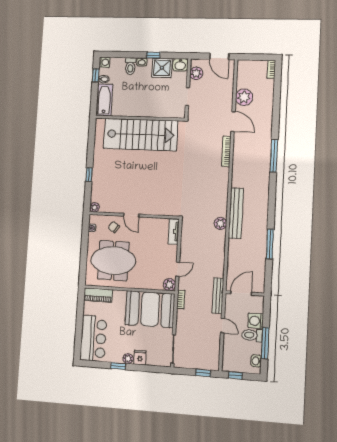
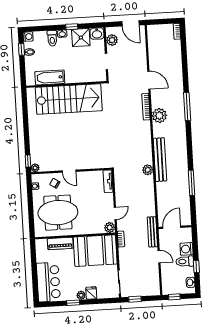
plant: (244, 97) -> (159, 116), moved
bathtub: (104, 100) -> (50, 77), moved, turned -90
window: (89, 175) -> (28, 161), moved
piano: (98, 295) -> (60, 243), moved
window: (265, 343) -> (196, 267), width x0.46
window: (203, 373) -> (135, 299), moved

